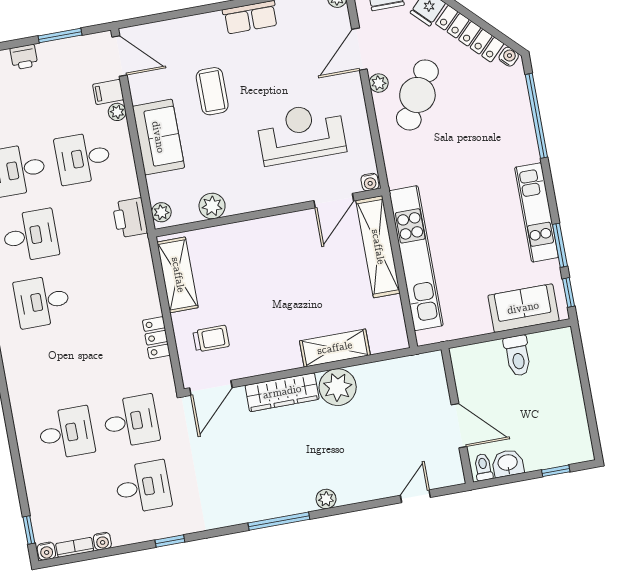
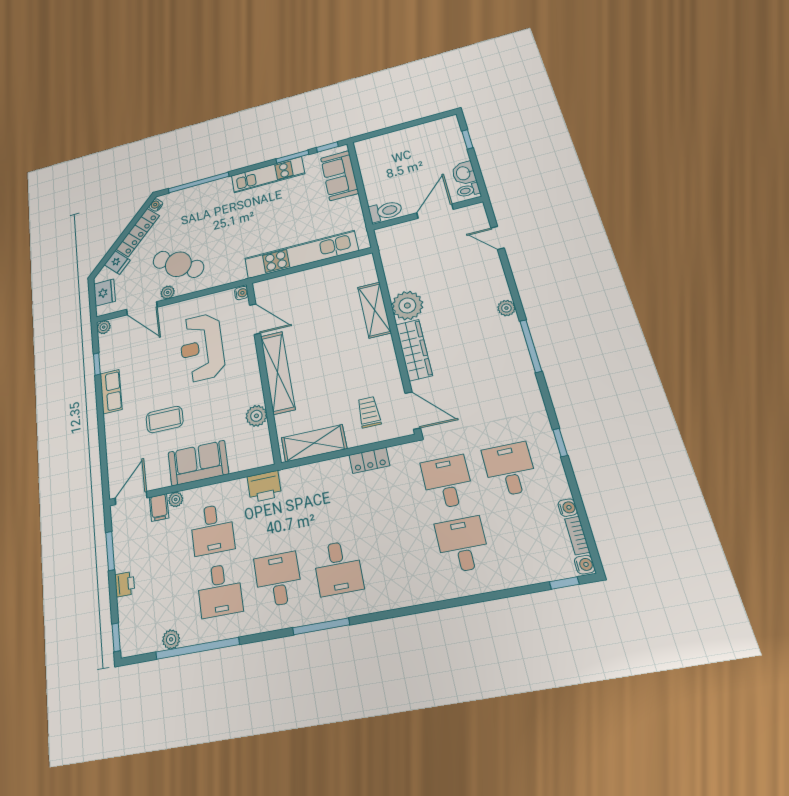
plant: (161, 212) -> (260, 459), removed
shelving: (378, 247) -> (278, 372), moved, turned 90
toilet: (518, 356) -> (385, 211), moved

